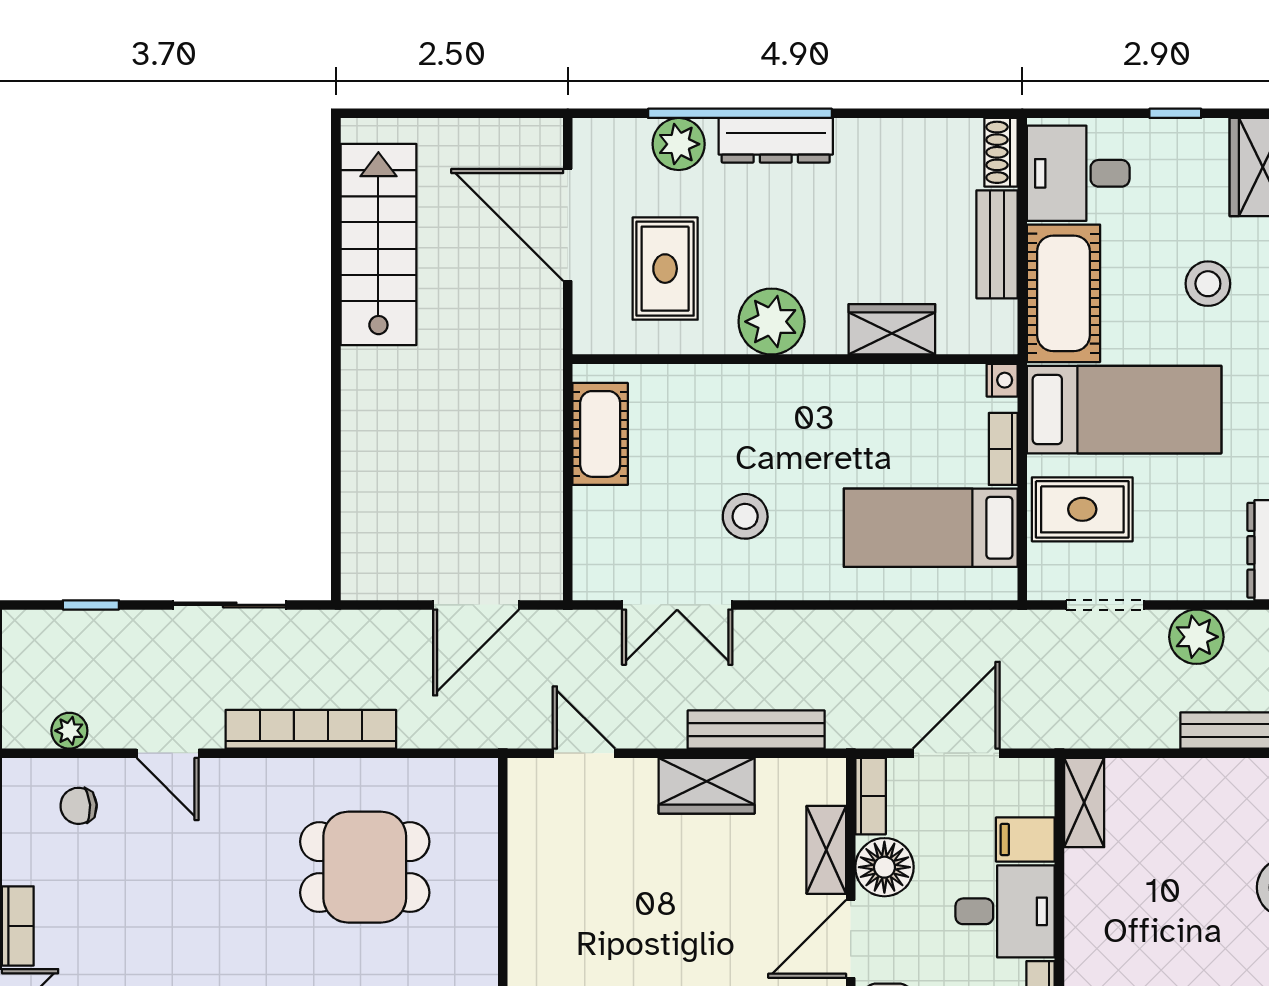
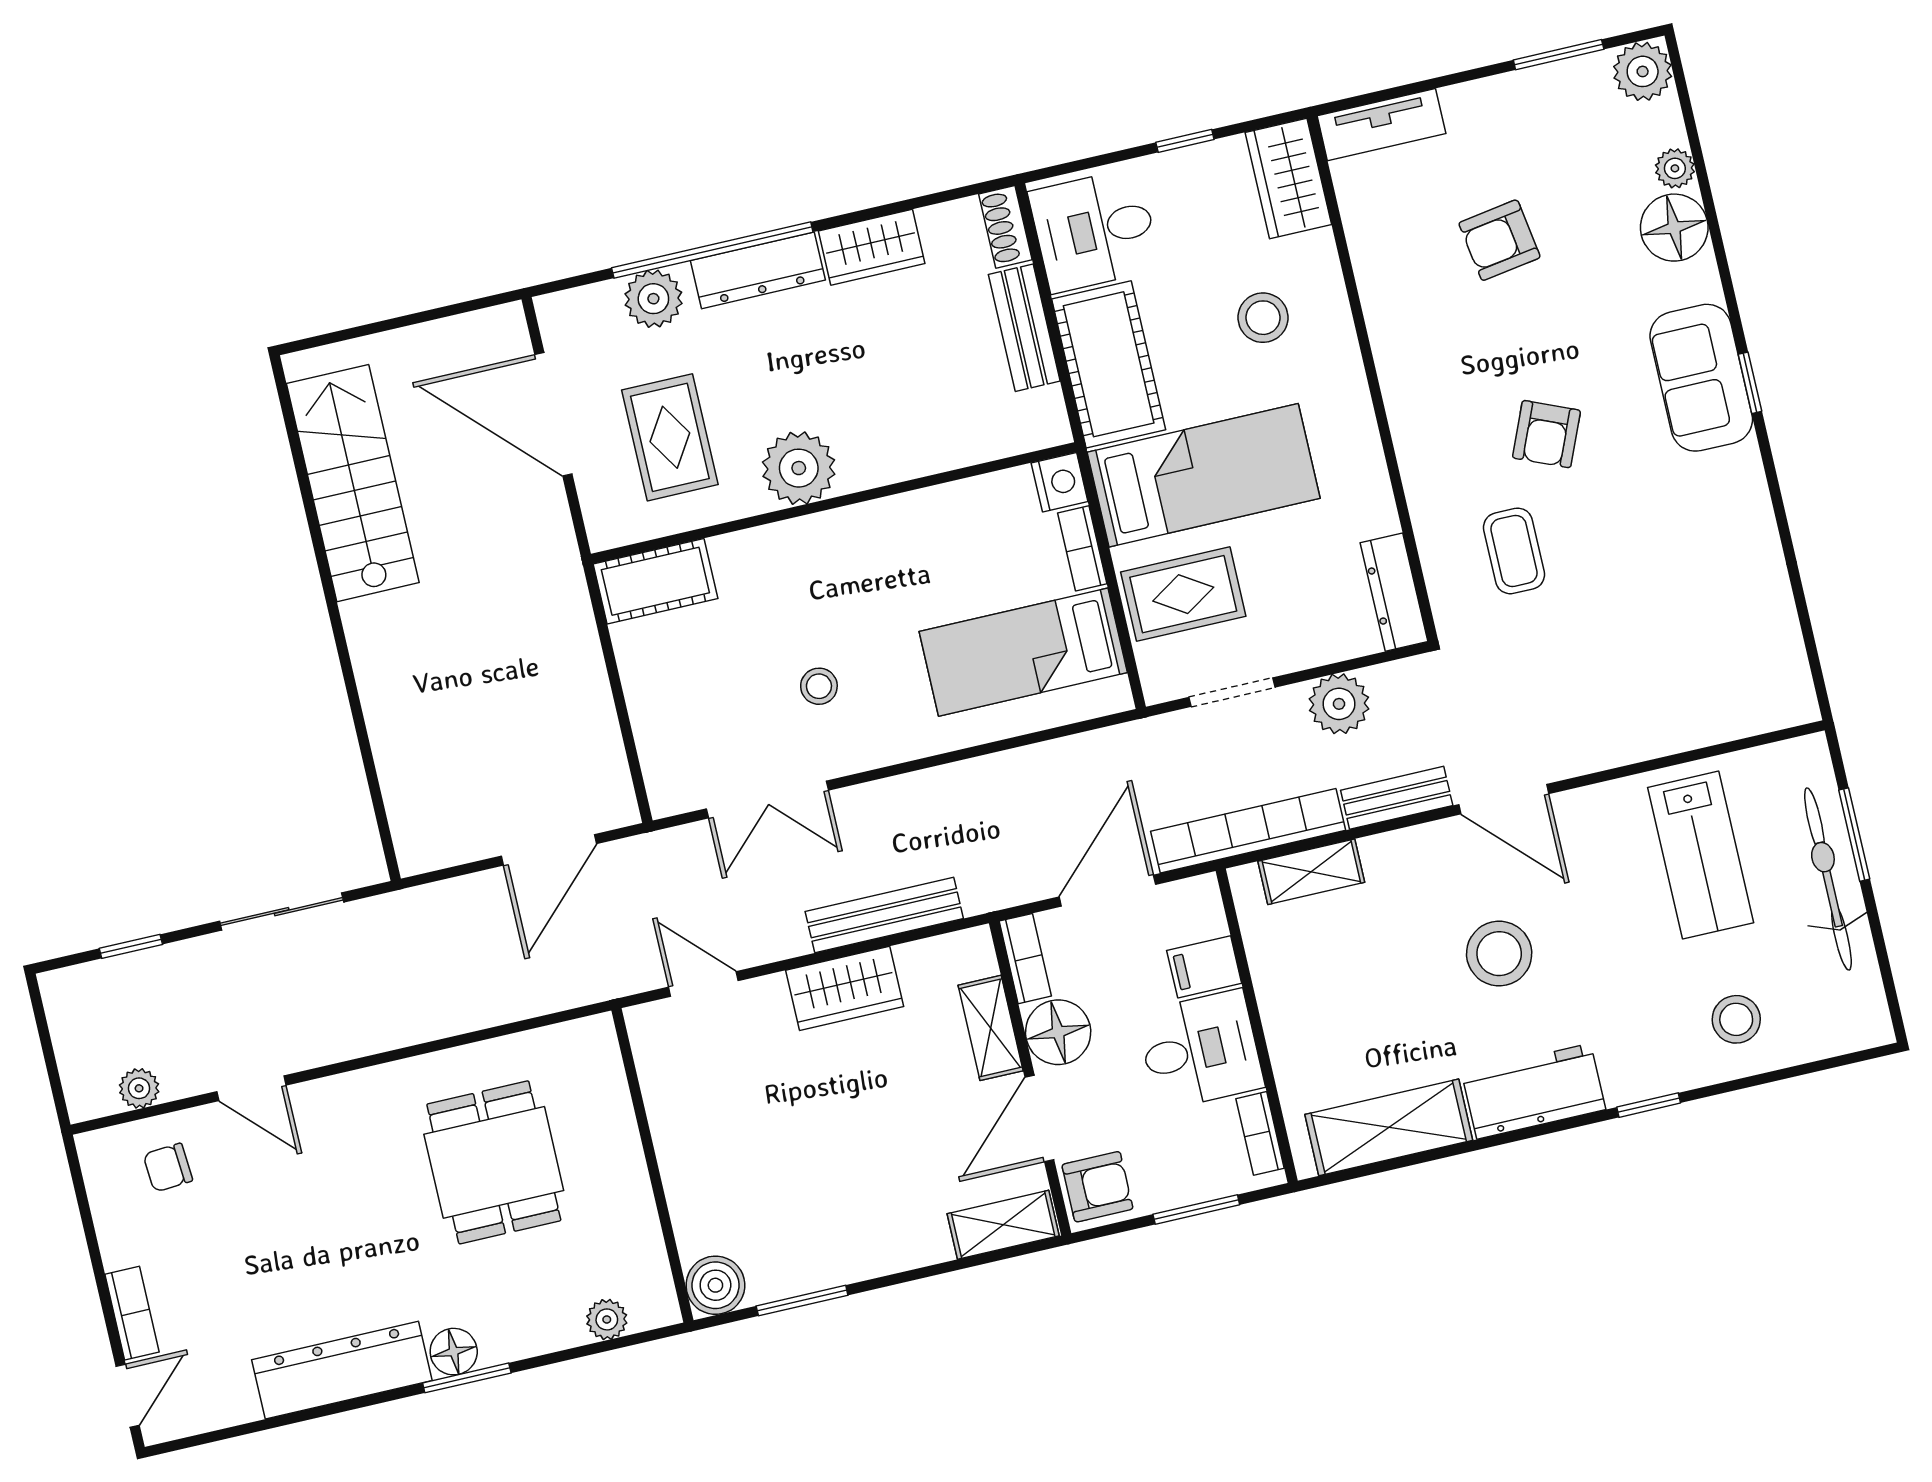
wardrobe: (892, 329) -> (872, 247), moved, turned 180
nightstand: (1002, 380) -> (1060, 482), width x1.39, depth x1.35
cot: (600, 434) -> (655, 581), moved, turned 90
stool: (745, 516) -> (819, 686), width x0.73, depth x0.73
bookcase: (311, 729) -> (1248, 831), moved
shelving: (1084, 803) -> (1311, 872), moved, turned 90
dining table: (365, 867) -> (494, 1162), turned 90

